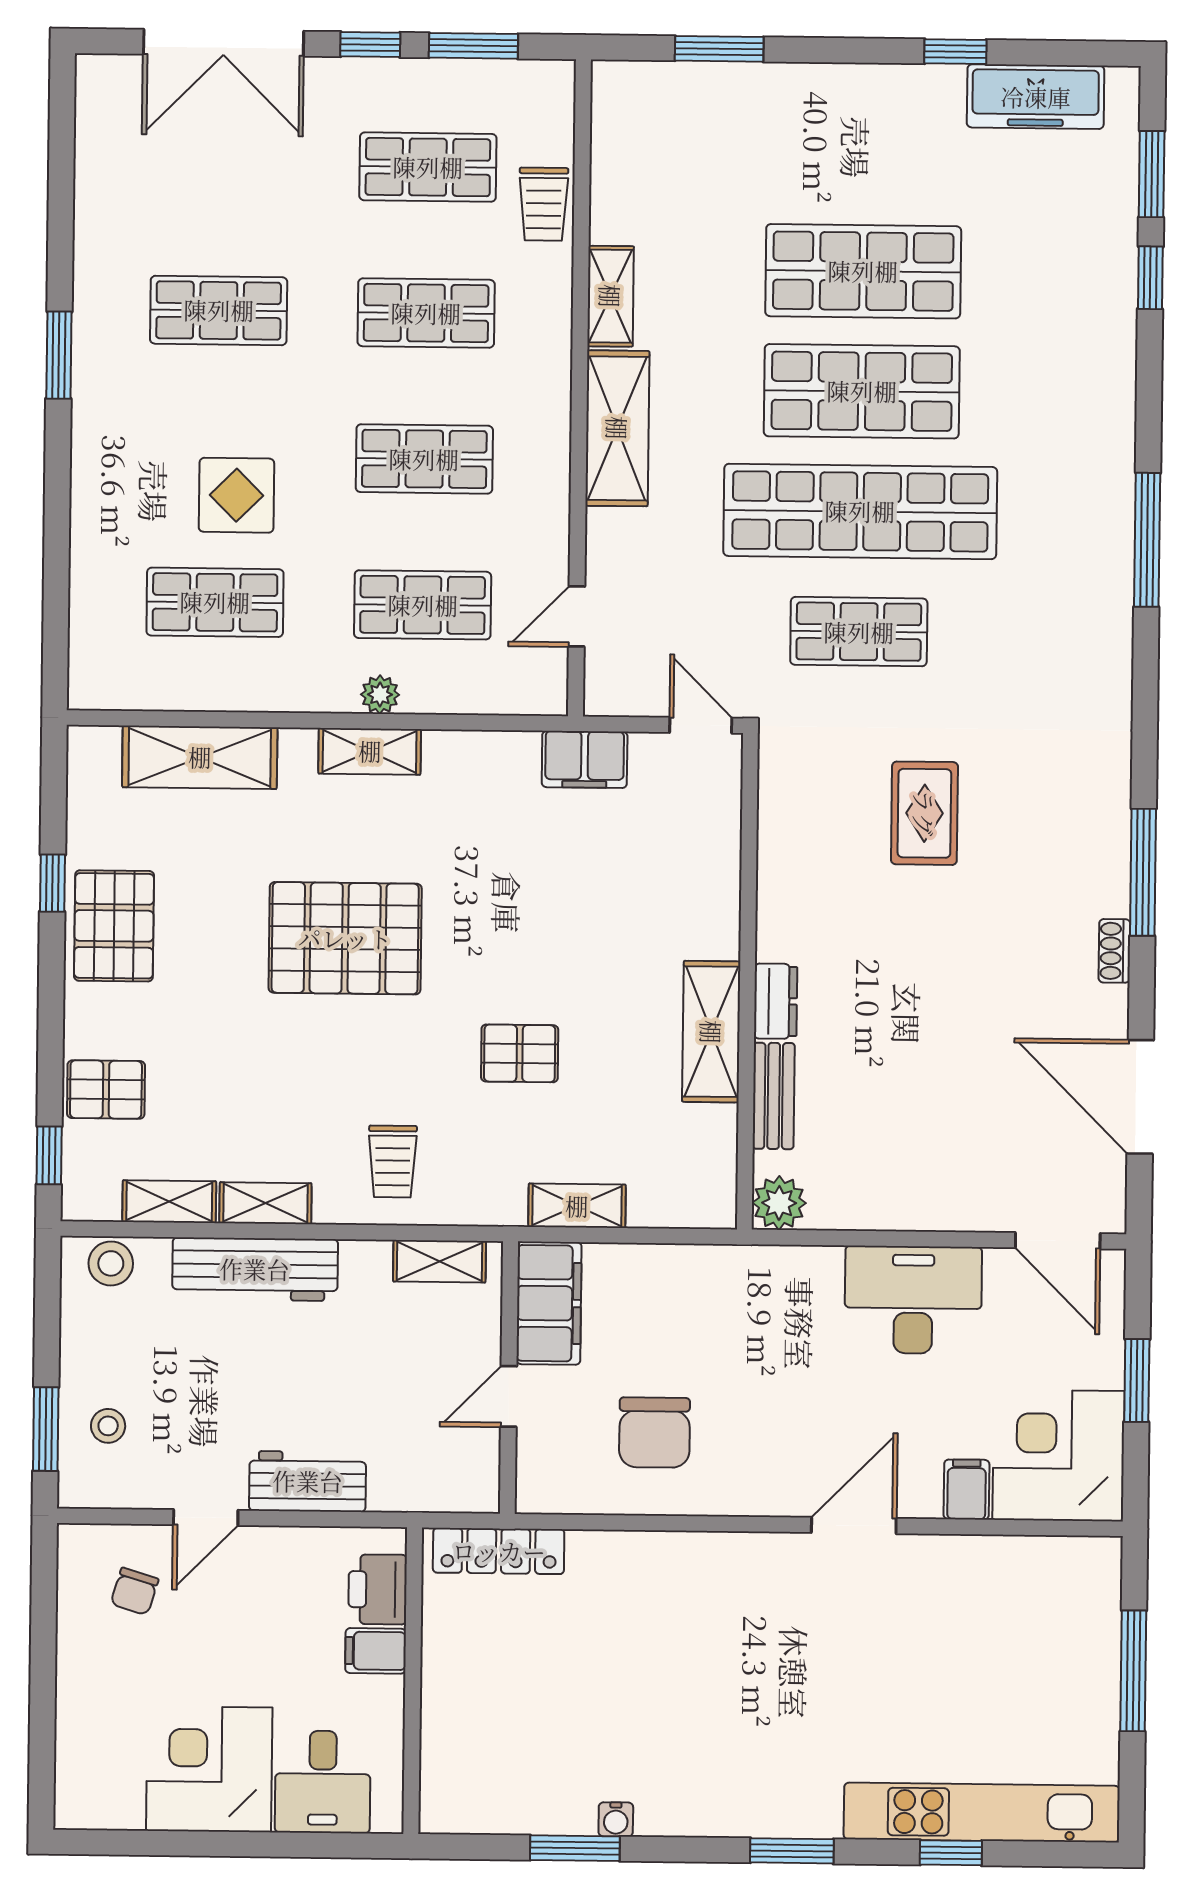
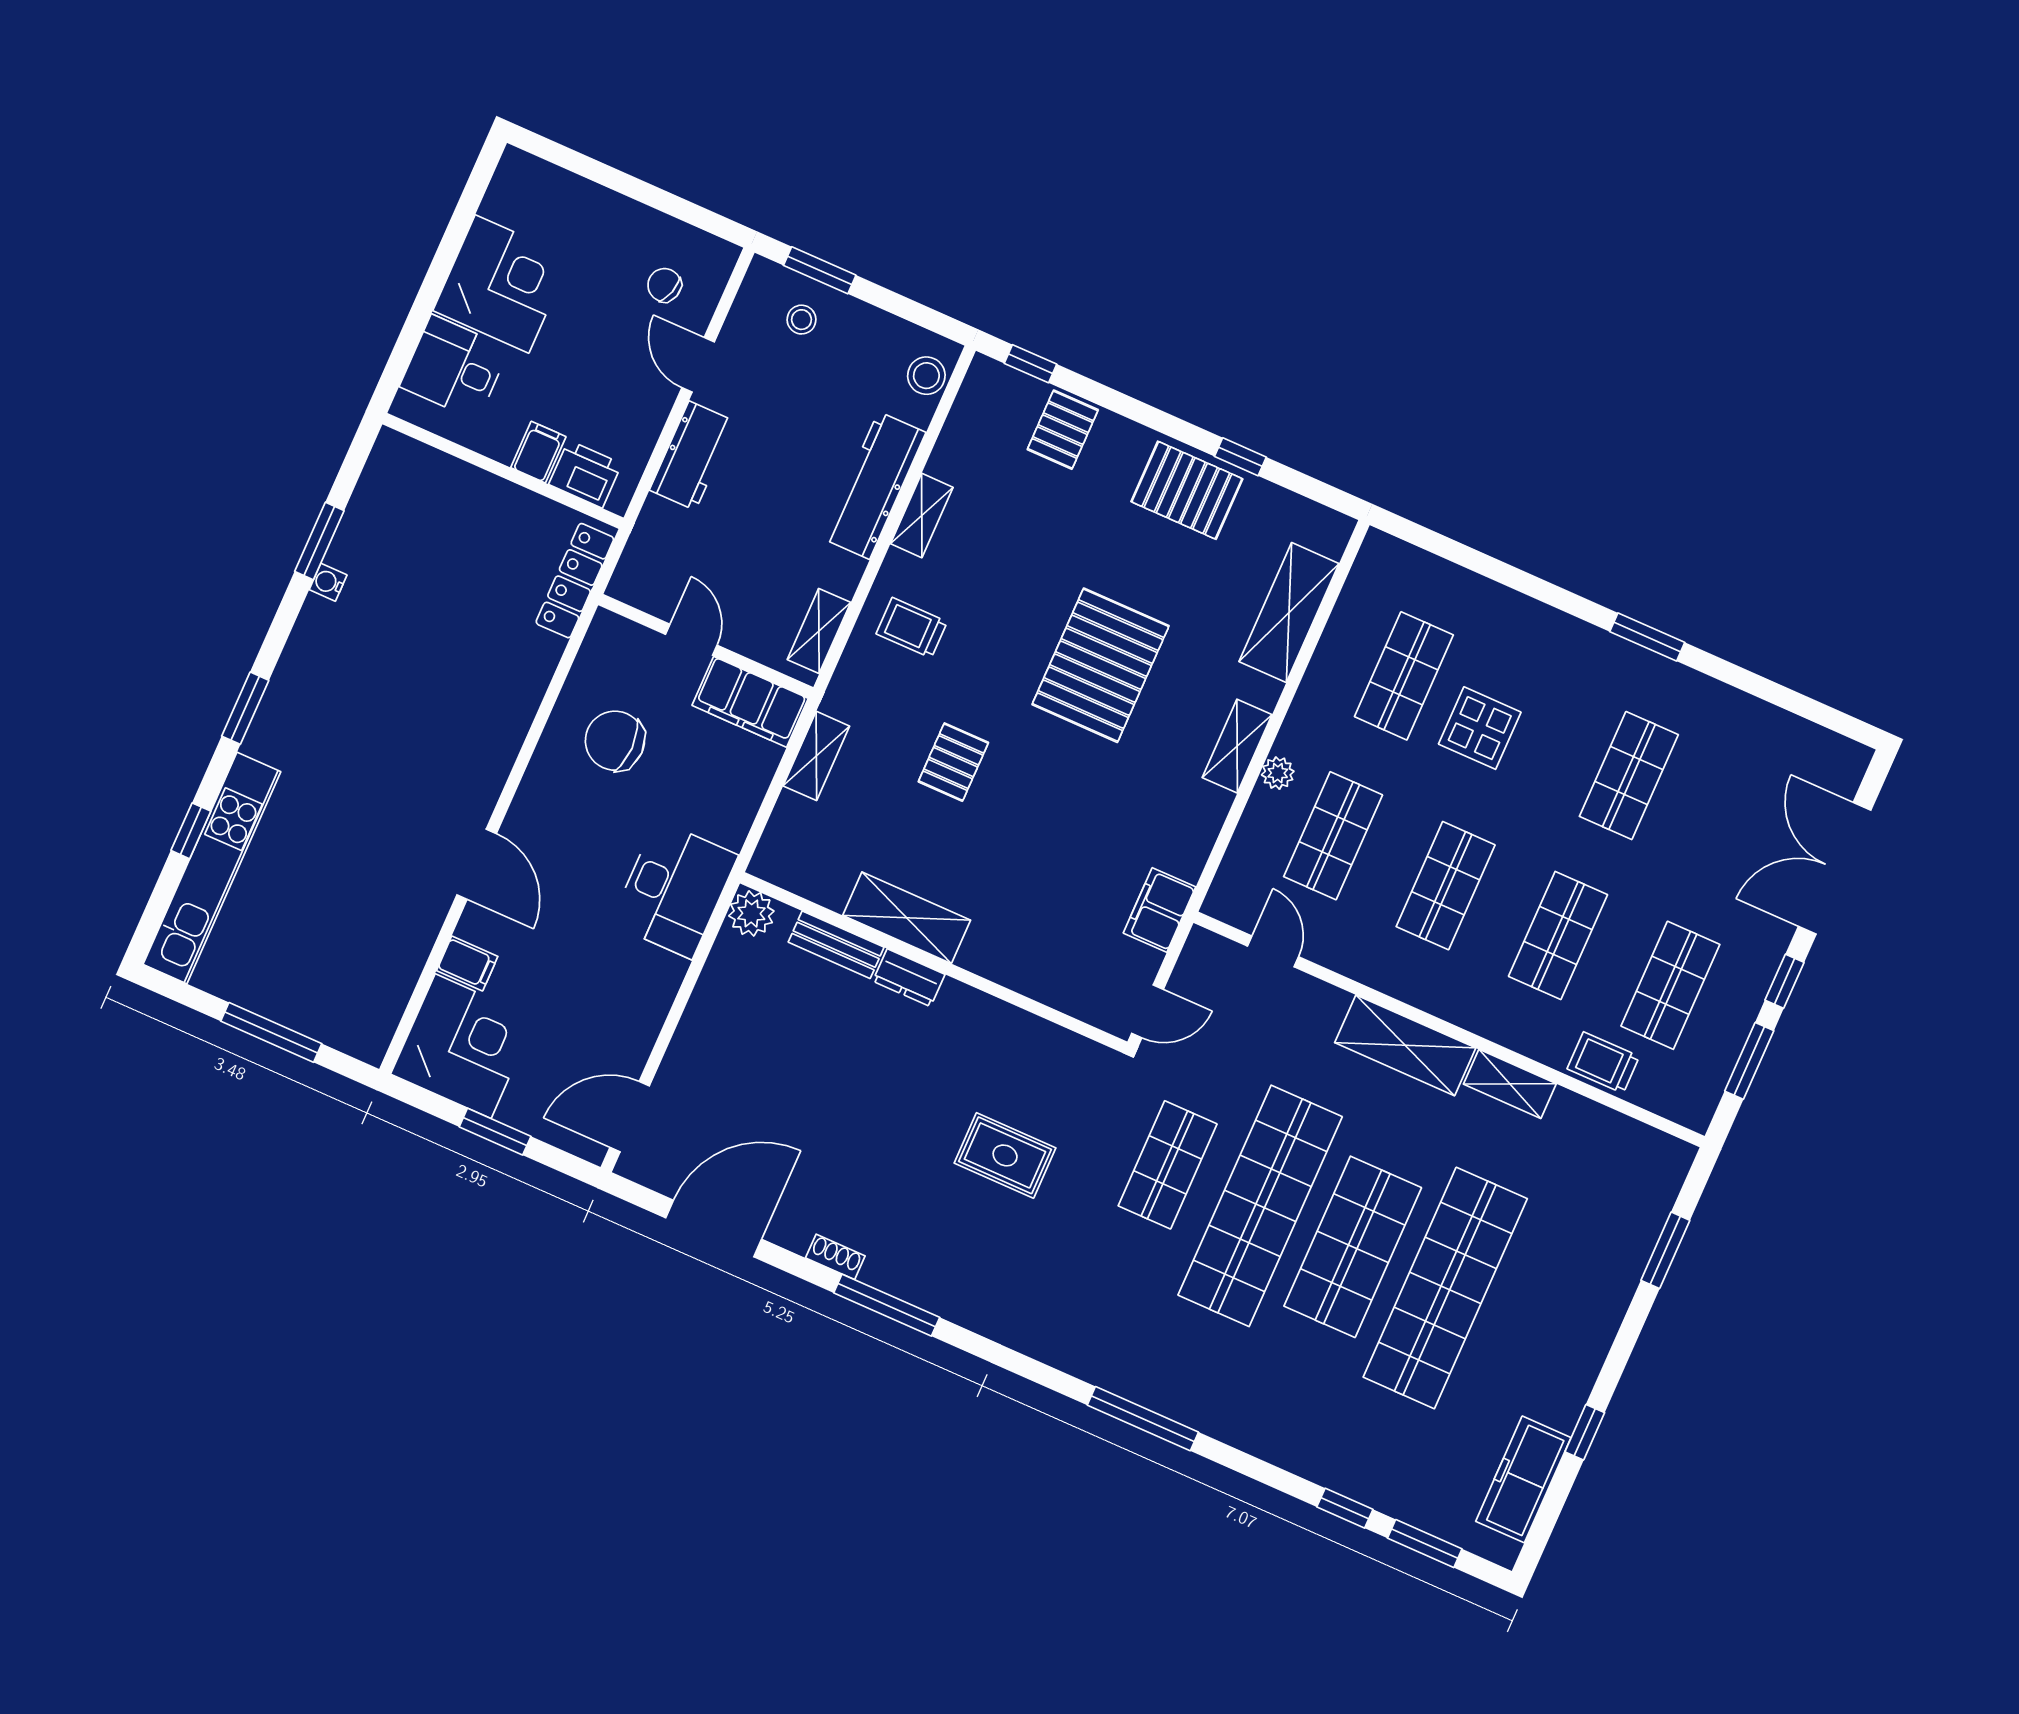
shop shelf: (863, 271) -> (1445, 1288), width x1.40
shelving: (169, 1202) -> (955, 441), removed
desk: (913, 1300) -> (674, 889), moved

